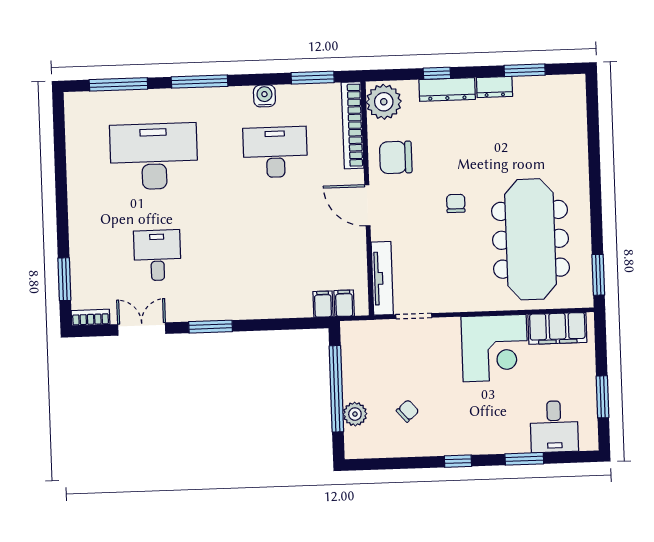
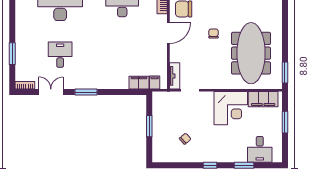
door: (367, 205) -> (168, 33), swing flipped
tv unit: (382, 278) -> (175, 76), width x0.71
window: (64, 279) -> (12, 54), moved
filing cabinet: (323, 304) -> (139, 83), width x2.00
window: (336, 389) -> (149, 126), width x0.47
window: (603, 397) -> (285, 122), moved
plant: (355, 414) -> (158, 139), removed

